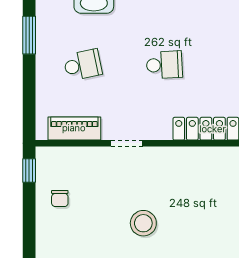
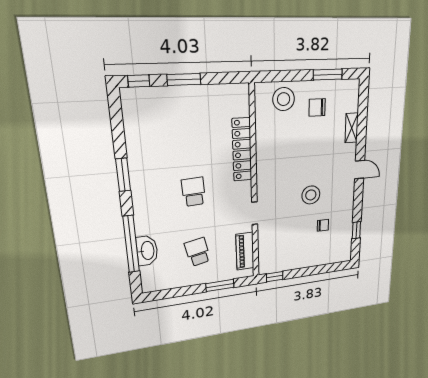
window: (29, 35) -> (220, 285), moved
chair: (60, 199) -> (323, 225), moved

